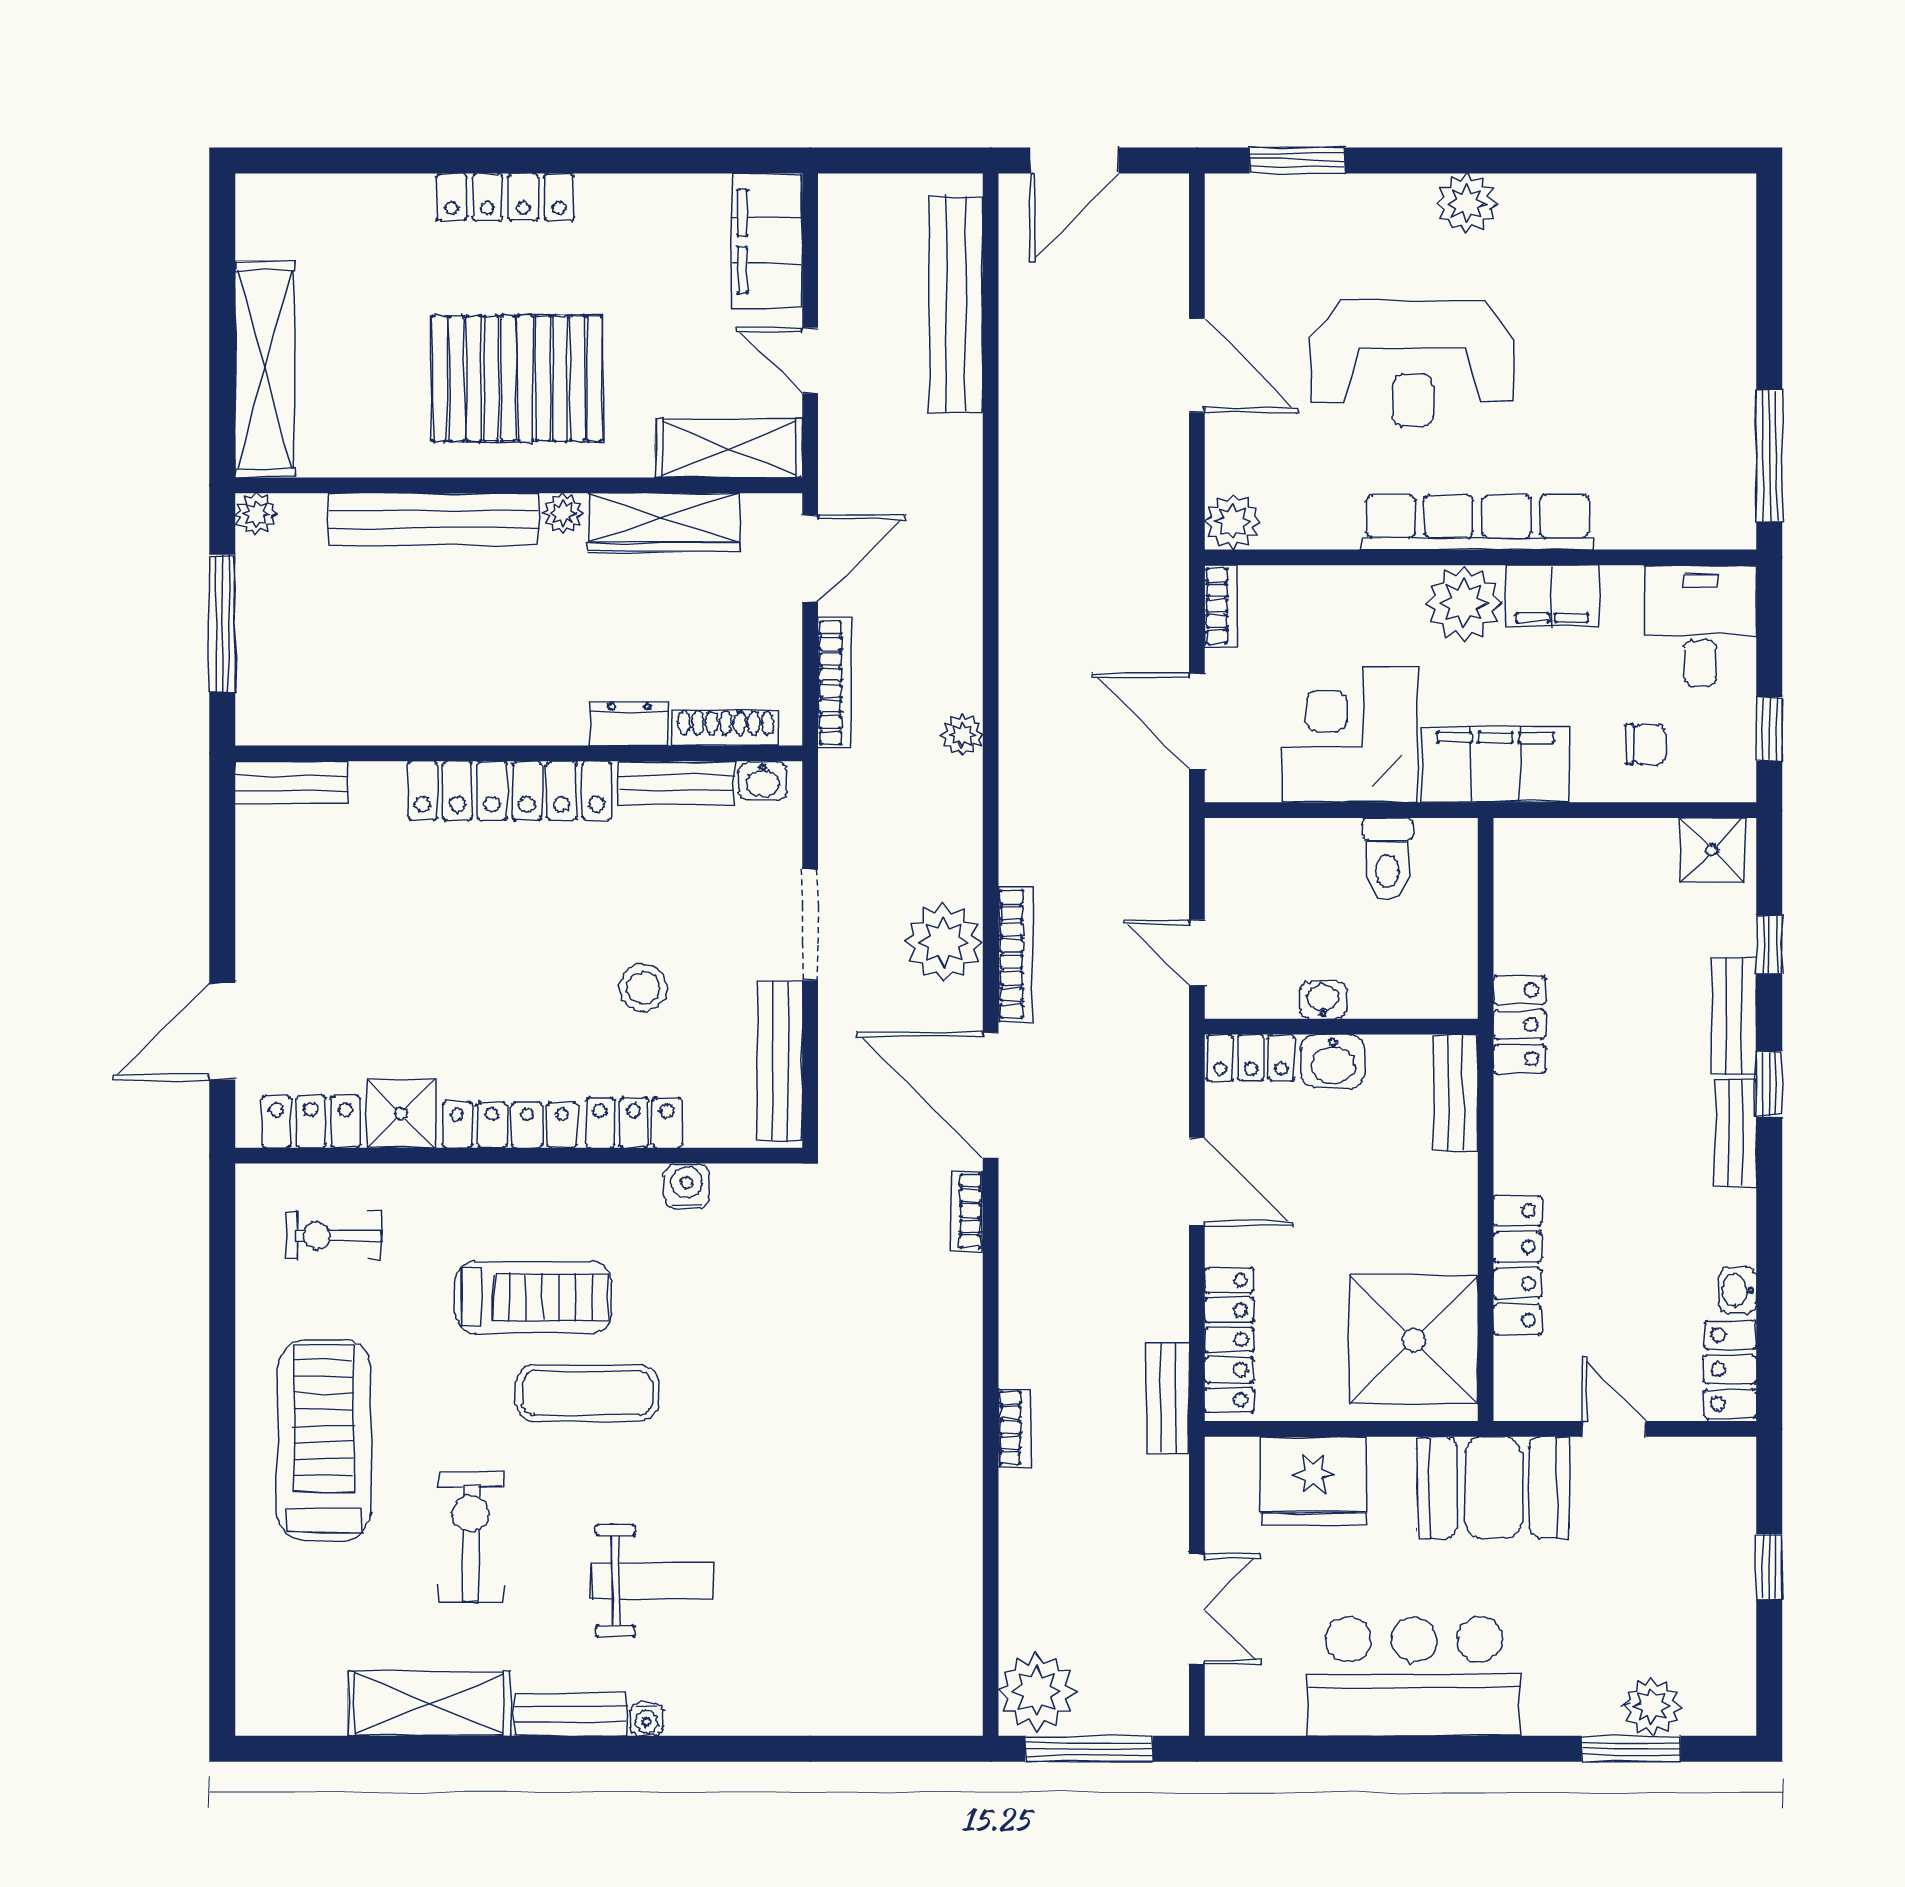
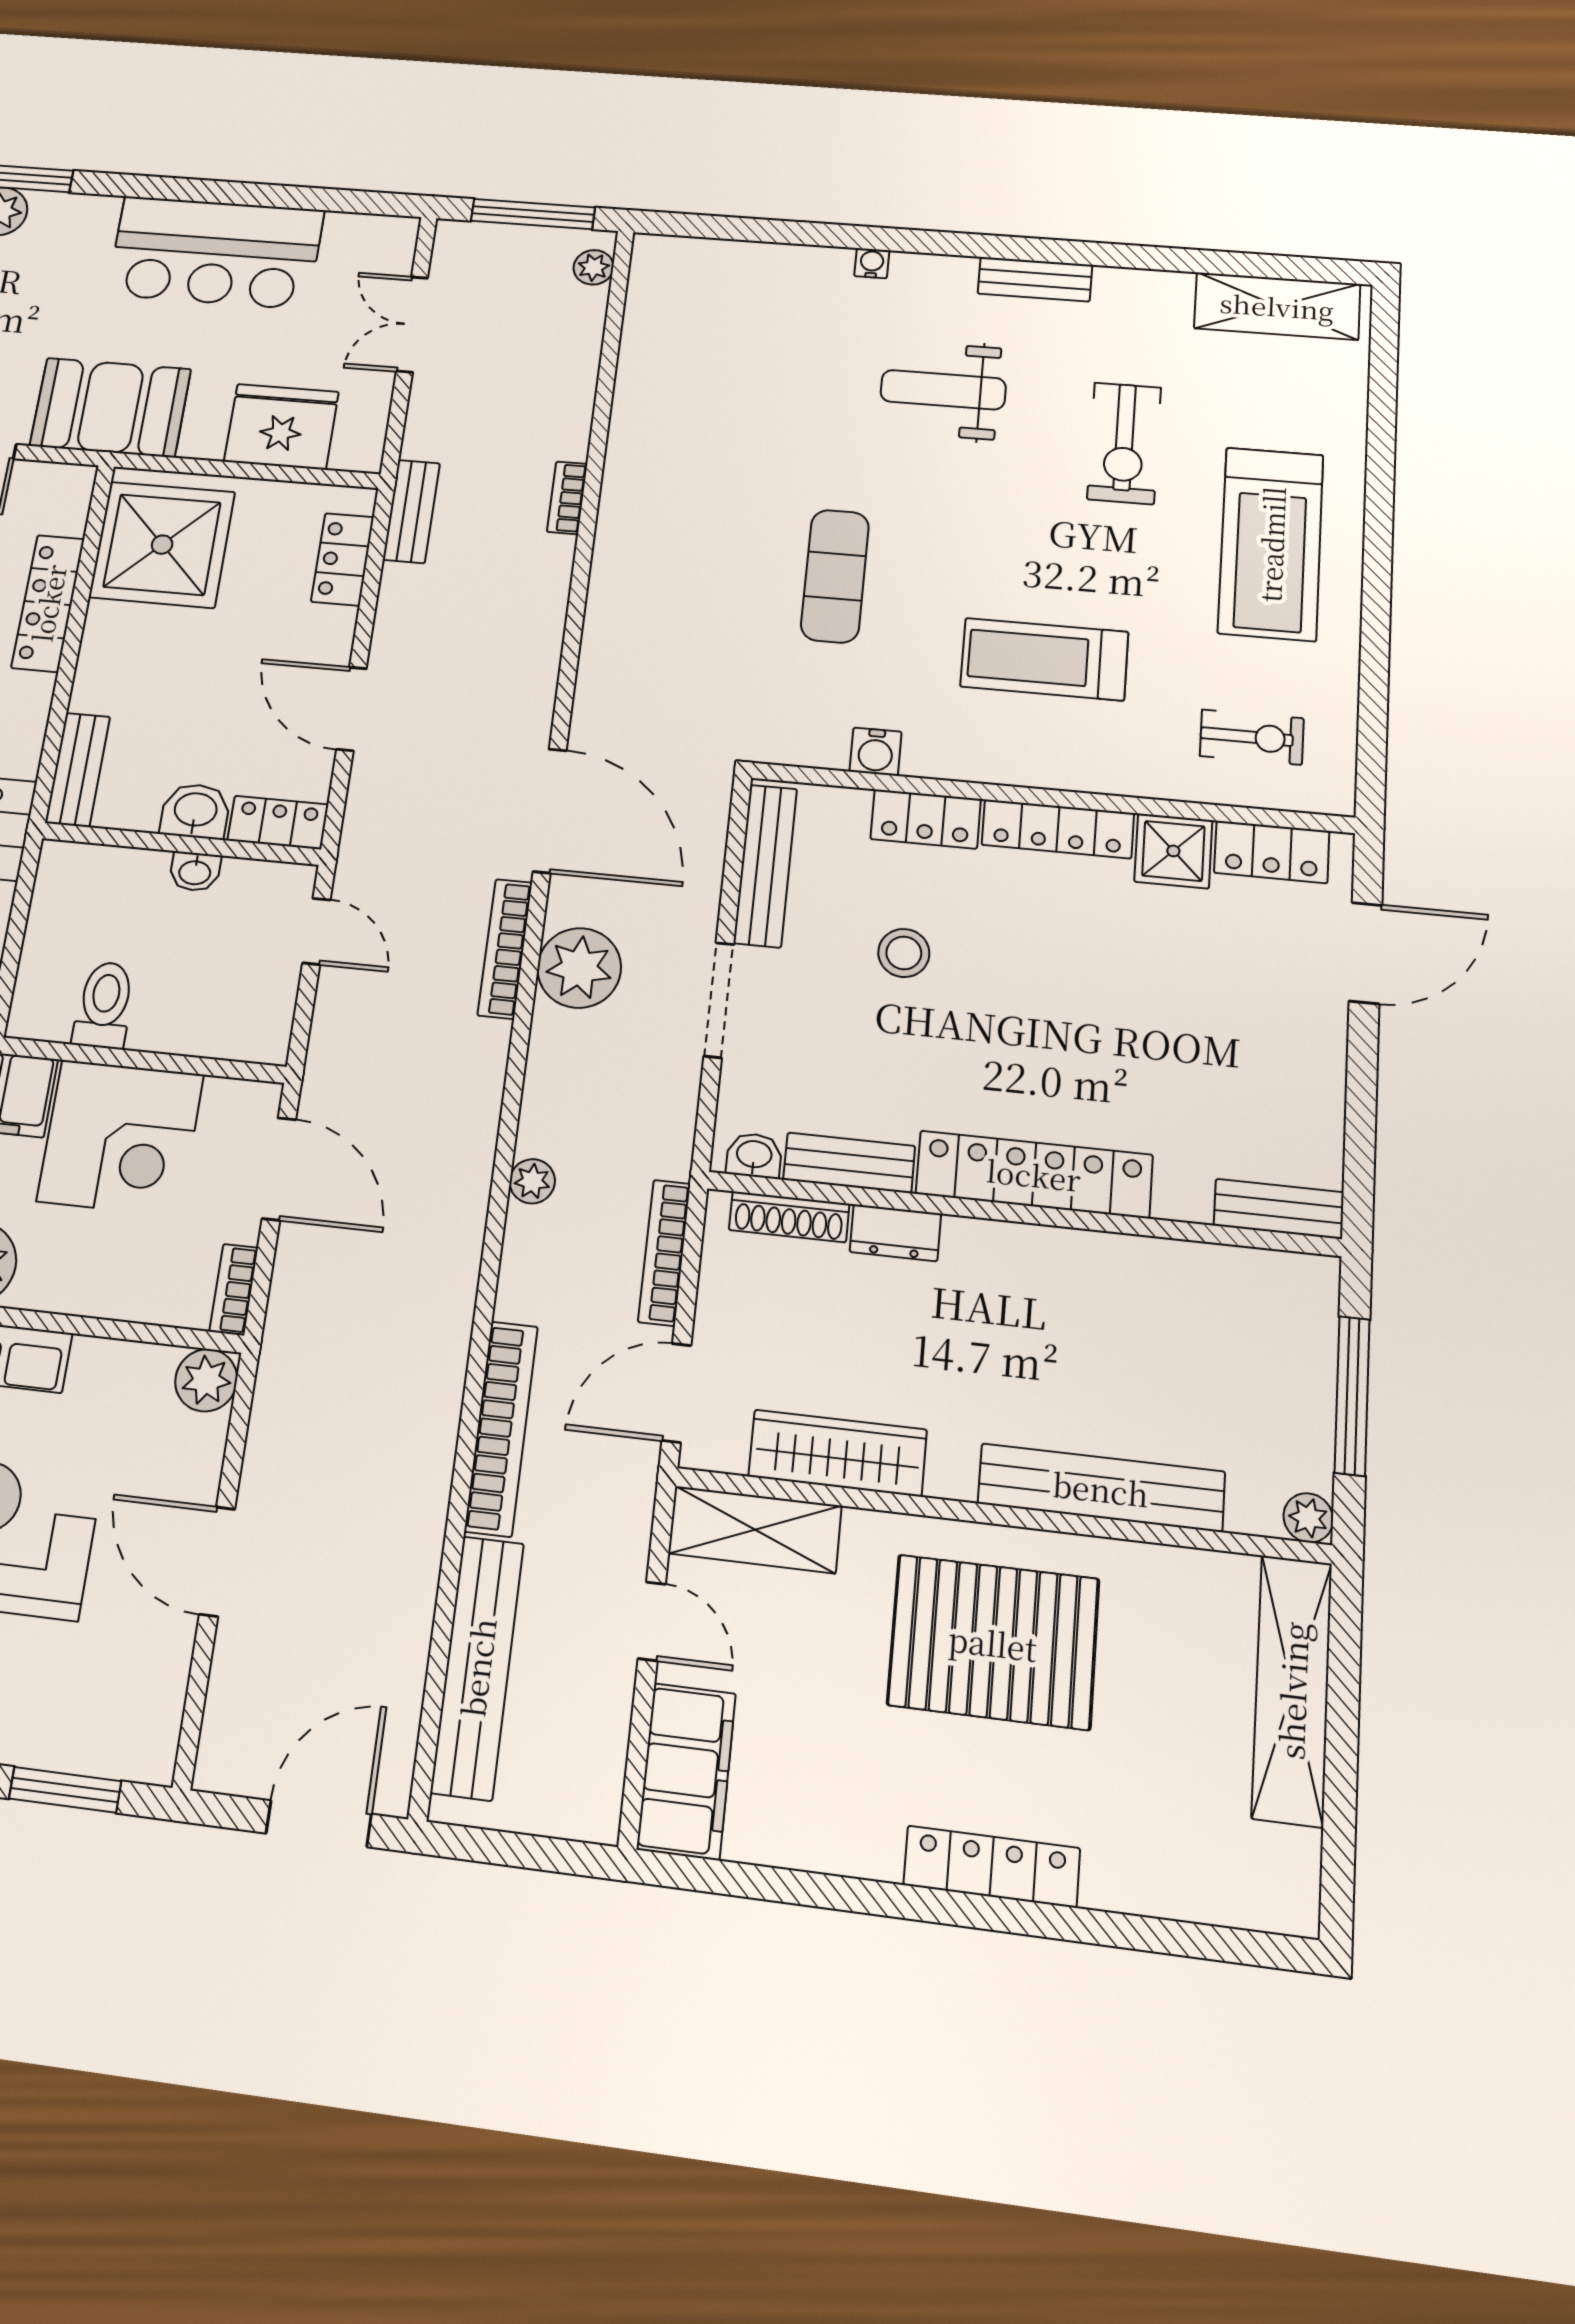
plant: (563, 513) -> (951, 1477), removed
bookcase: (967, 1211) -> (501, 1428), moved, width x2.31, depth x1.31
locker: (1229, 1340) -> (343, 559), width x0.66
exercise mat: (587, 1393) -> (835, 576), moved, turned 90
plant: (1037, 1691) -> (594, 267), width x0.53, depth x0.53
shelving: (429, 1703) -> (1277, 306), moved
water cooler: (647, 1719) -> (872, 263), moved

